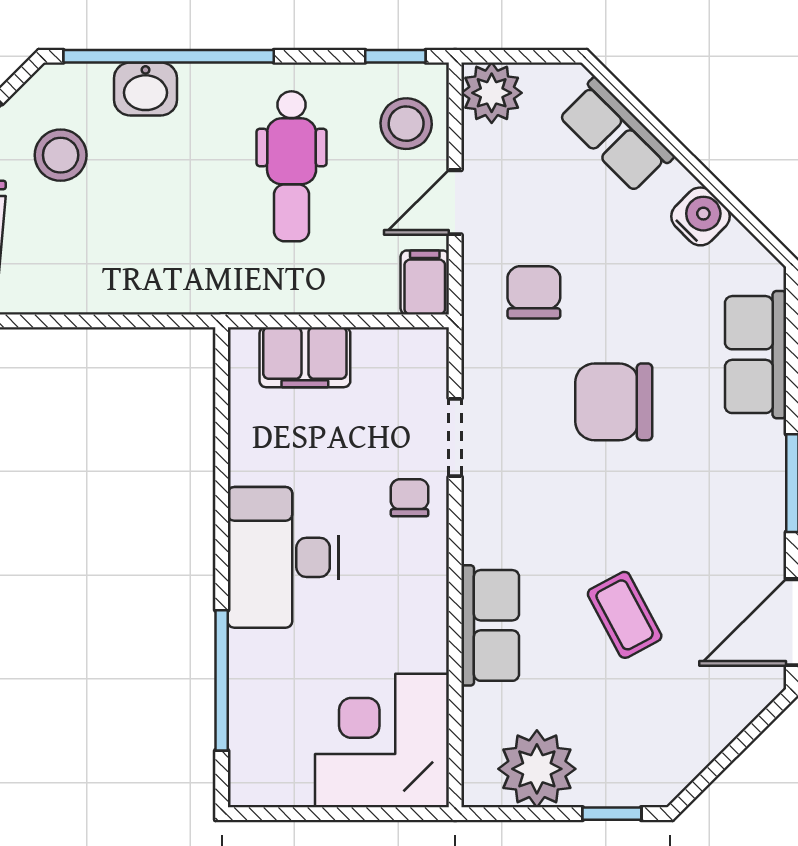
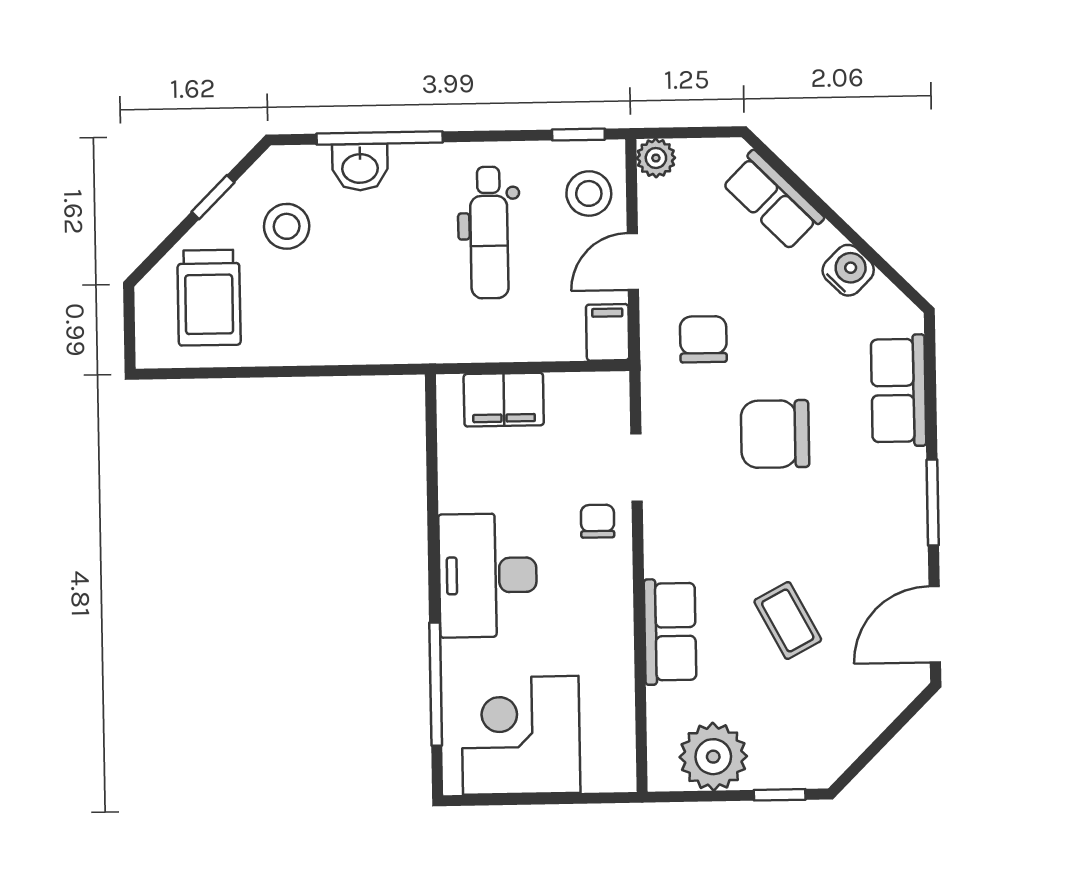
window: (169, 56) -> (380, 138), width x0.68
plant: (492, 93) -> (656, 158), width x0.73, depth x0.73
corner desk: (382, 741) -> (521, 735), moved

